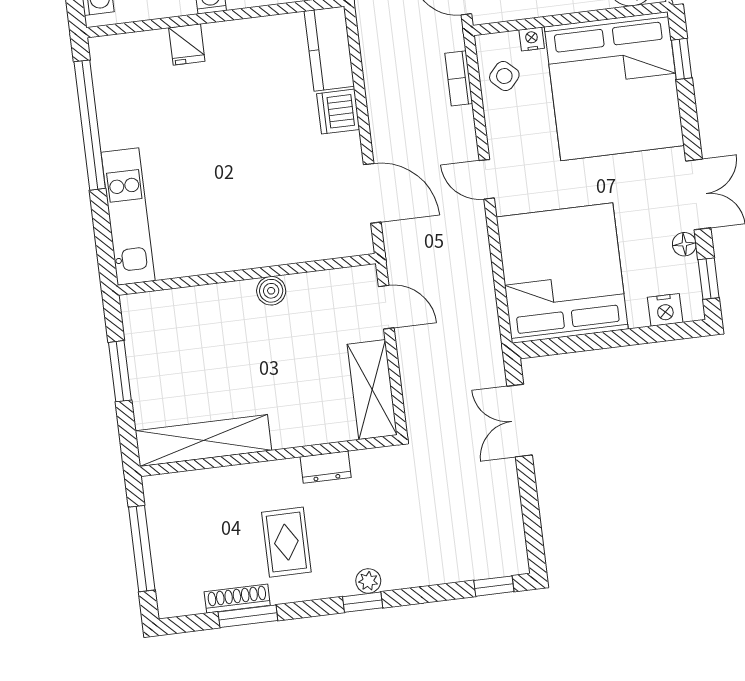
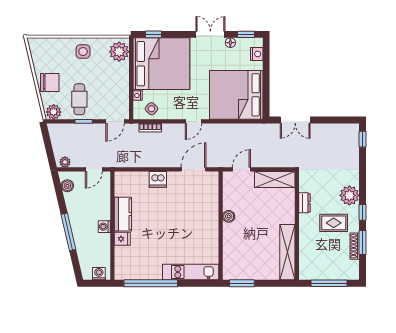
kitchen counter: (329, 49) -> (123, 214), moved, turned -90
window: (120, 371) -> (242, 283), moved
plant: (368, 581) -> (349, 195), width x1.87, depth x1.87
window: (363, 602) -> (362, 212), moved

